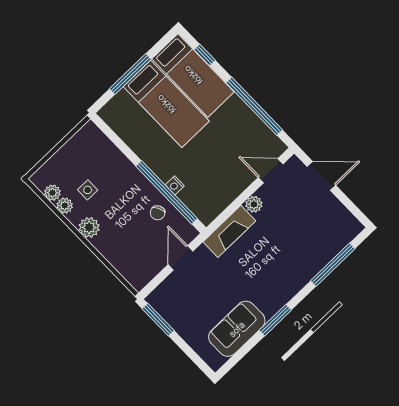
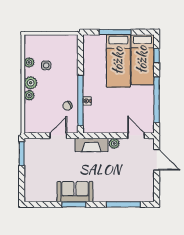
plant: (52, 193) -> (29, 95), moved
sofa: (237, 329) -> (75, 192), moved

